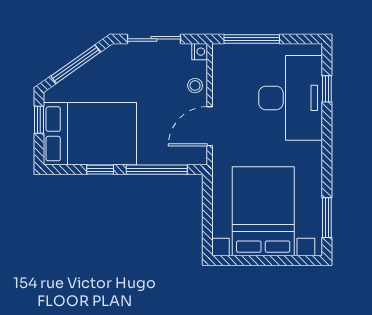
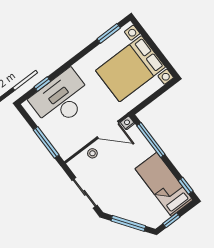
nightstand: (200, 52) -> (127, 123), moved
bed: (90, 134) -> (164, 184), width x0.67
window: (100, 170) -> (186, 186), moved

